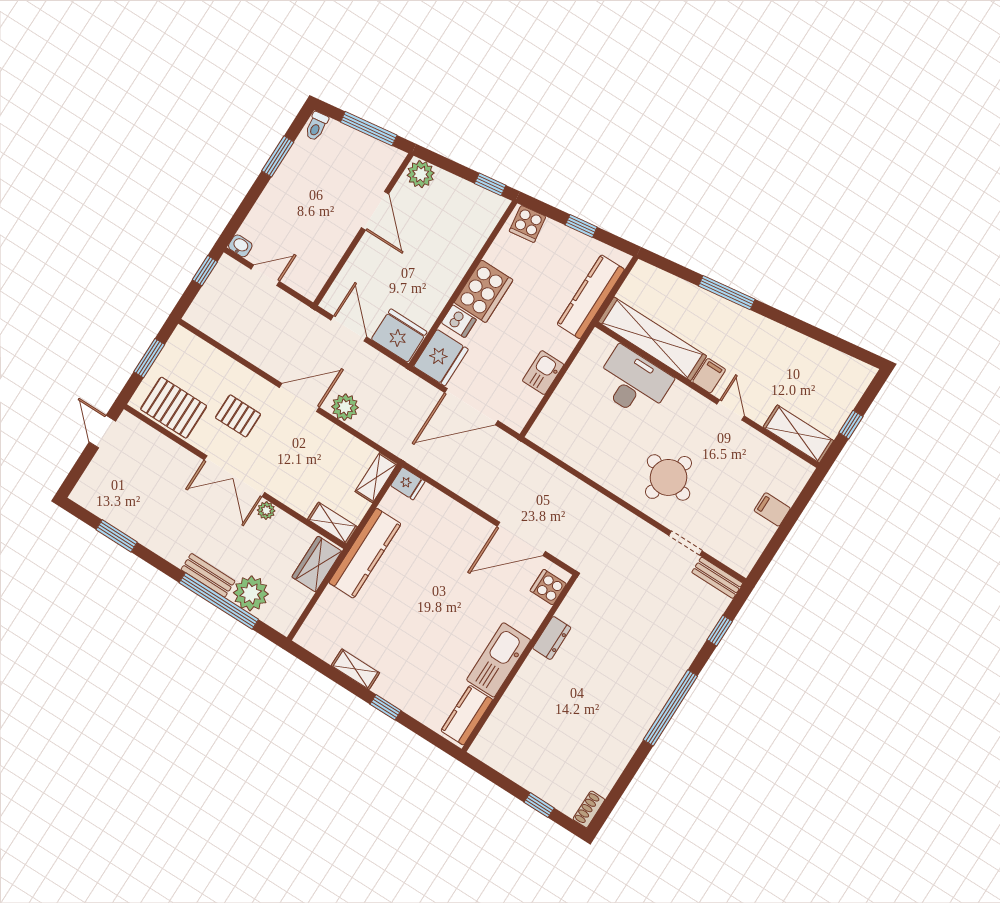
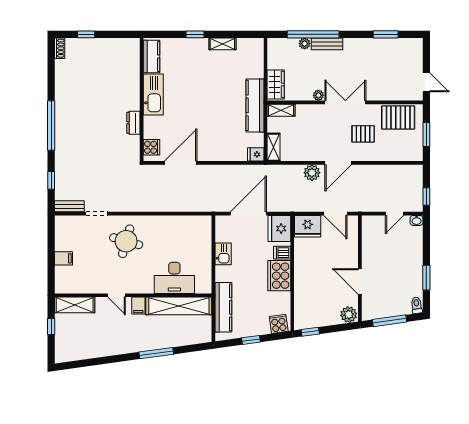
plant: (251, 593) -> (305, 44), width x0.53, depth x0.53

